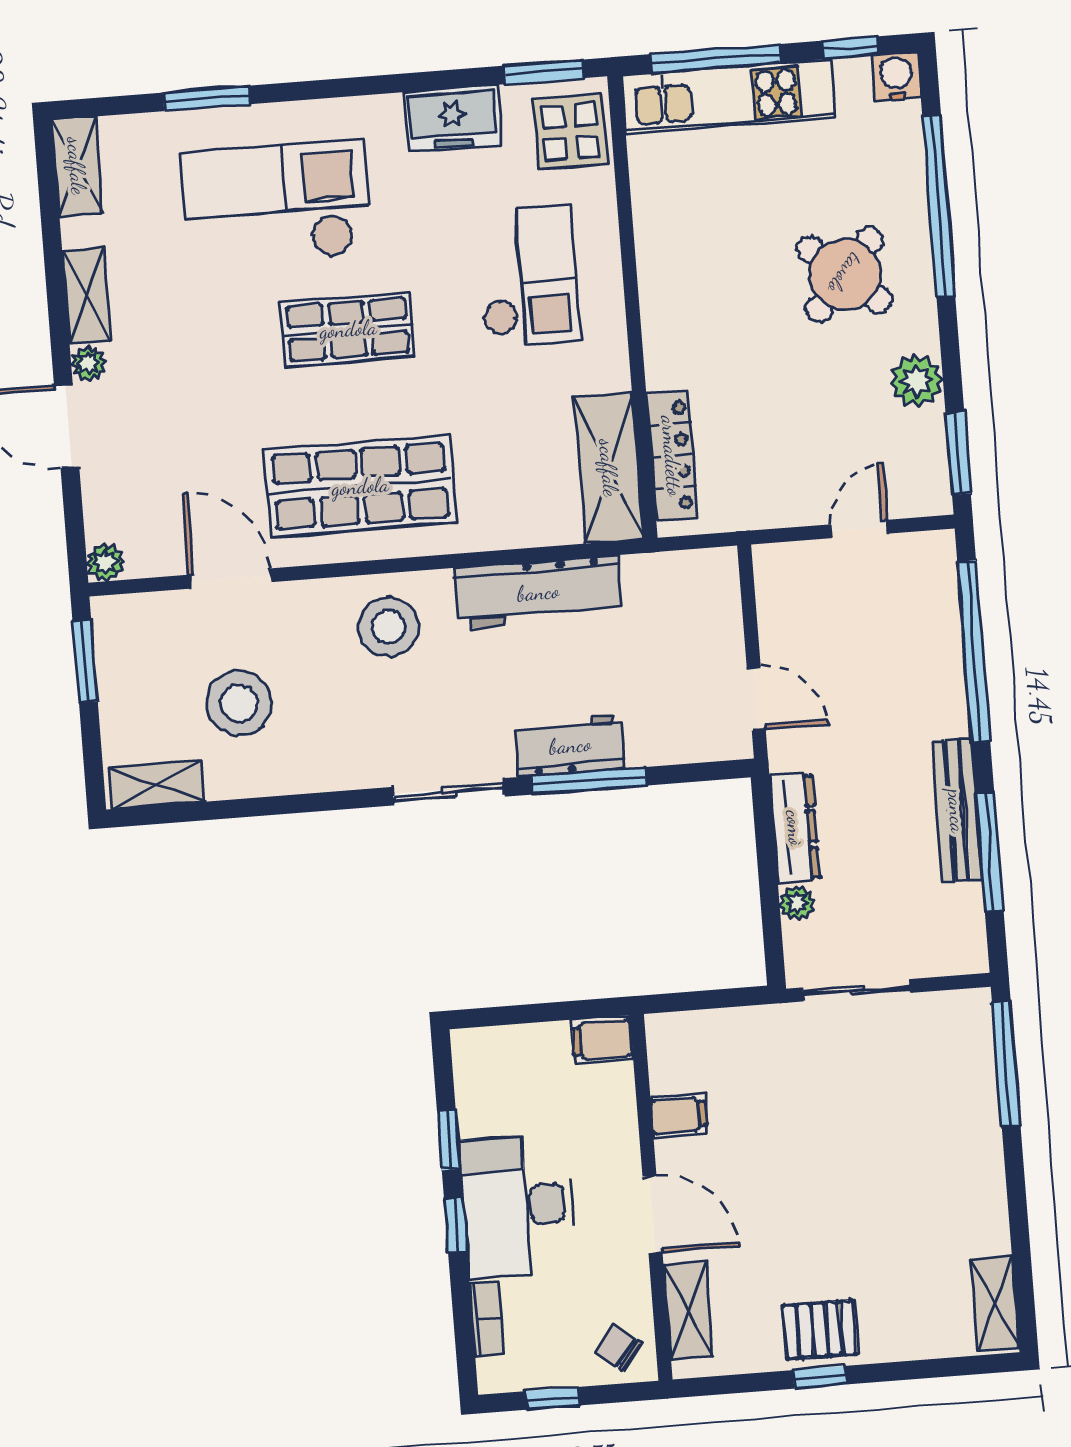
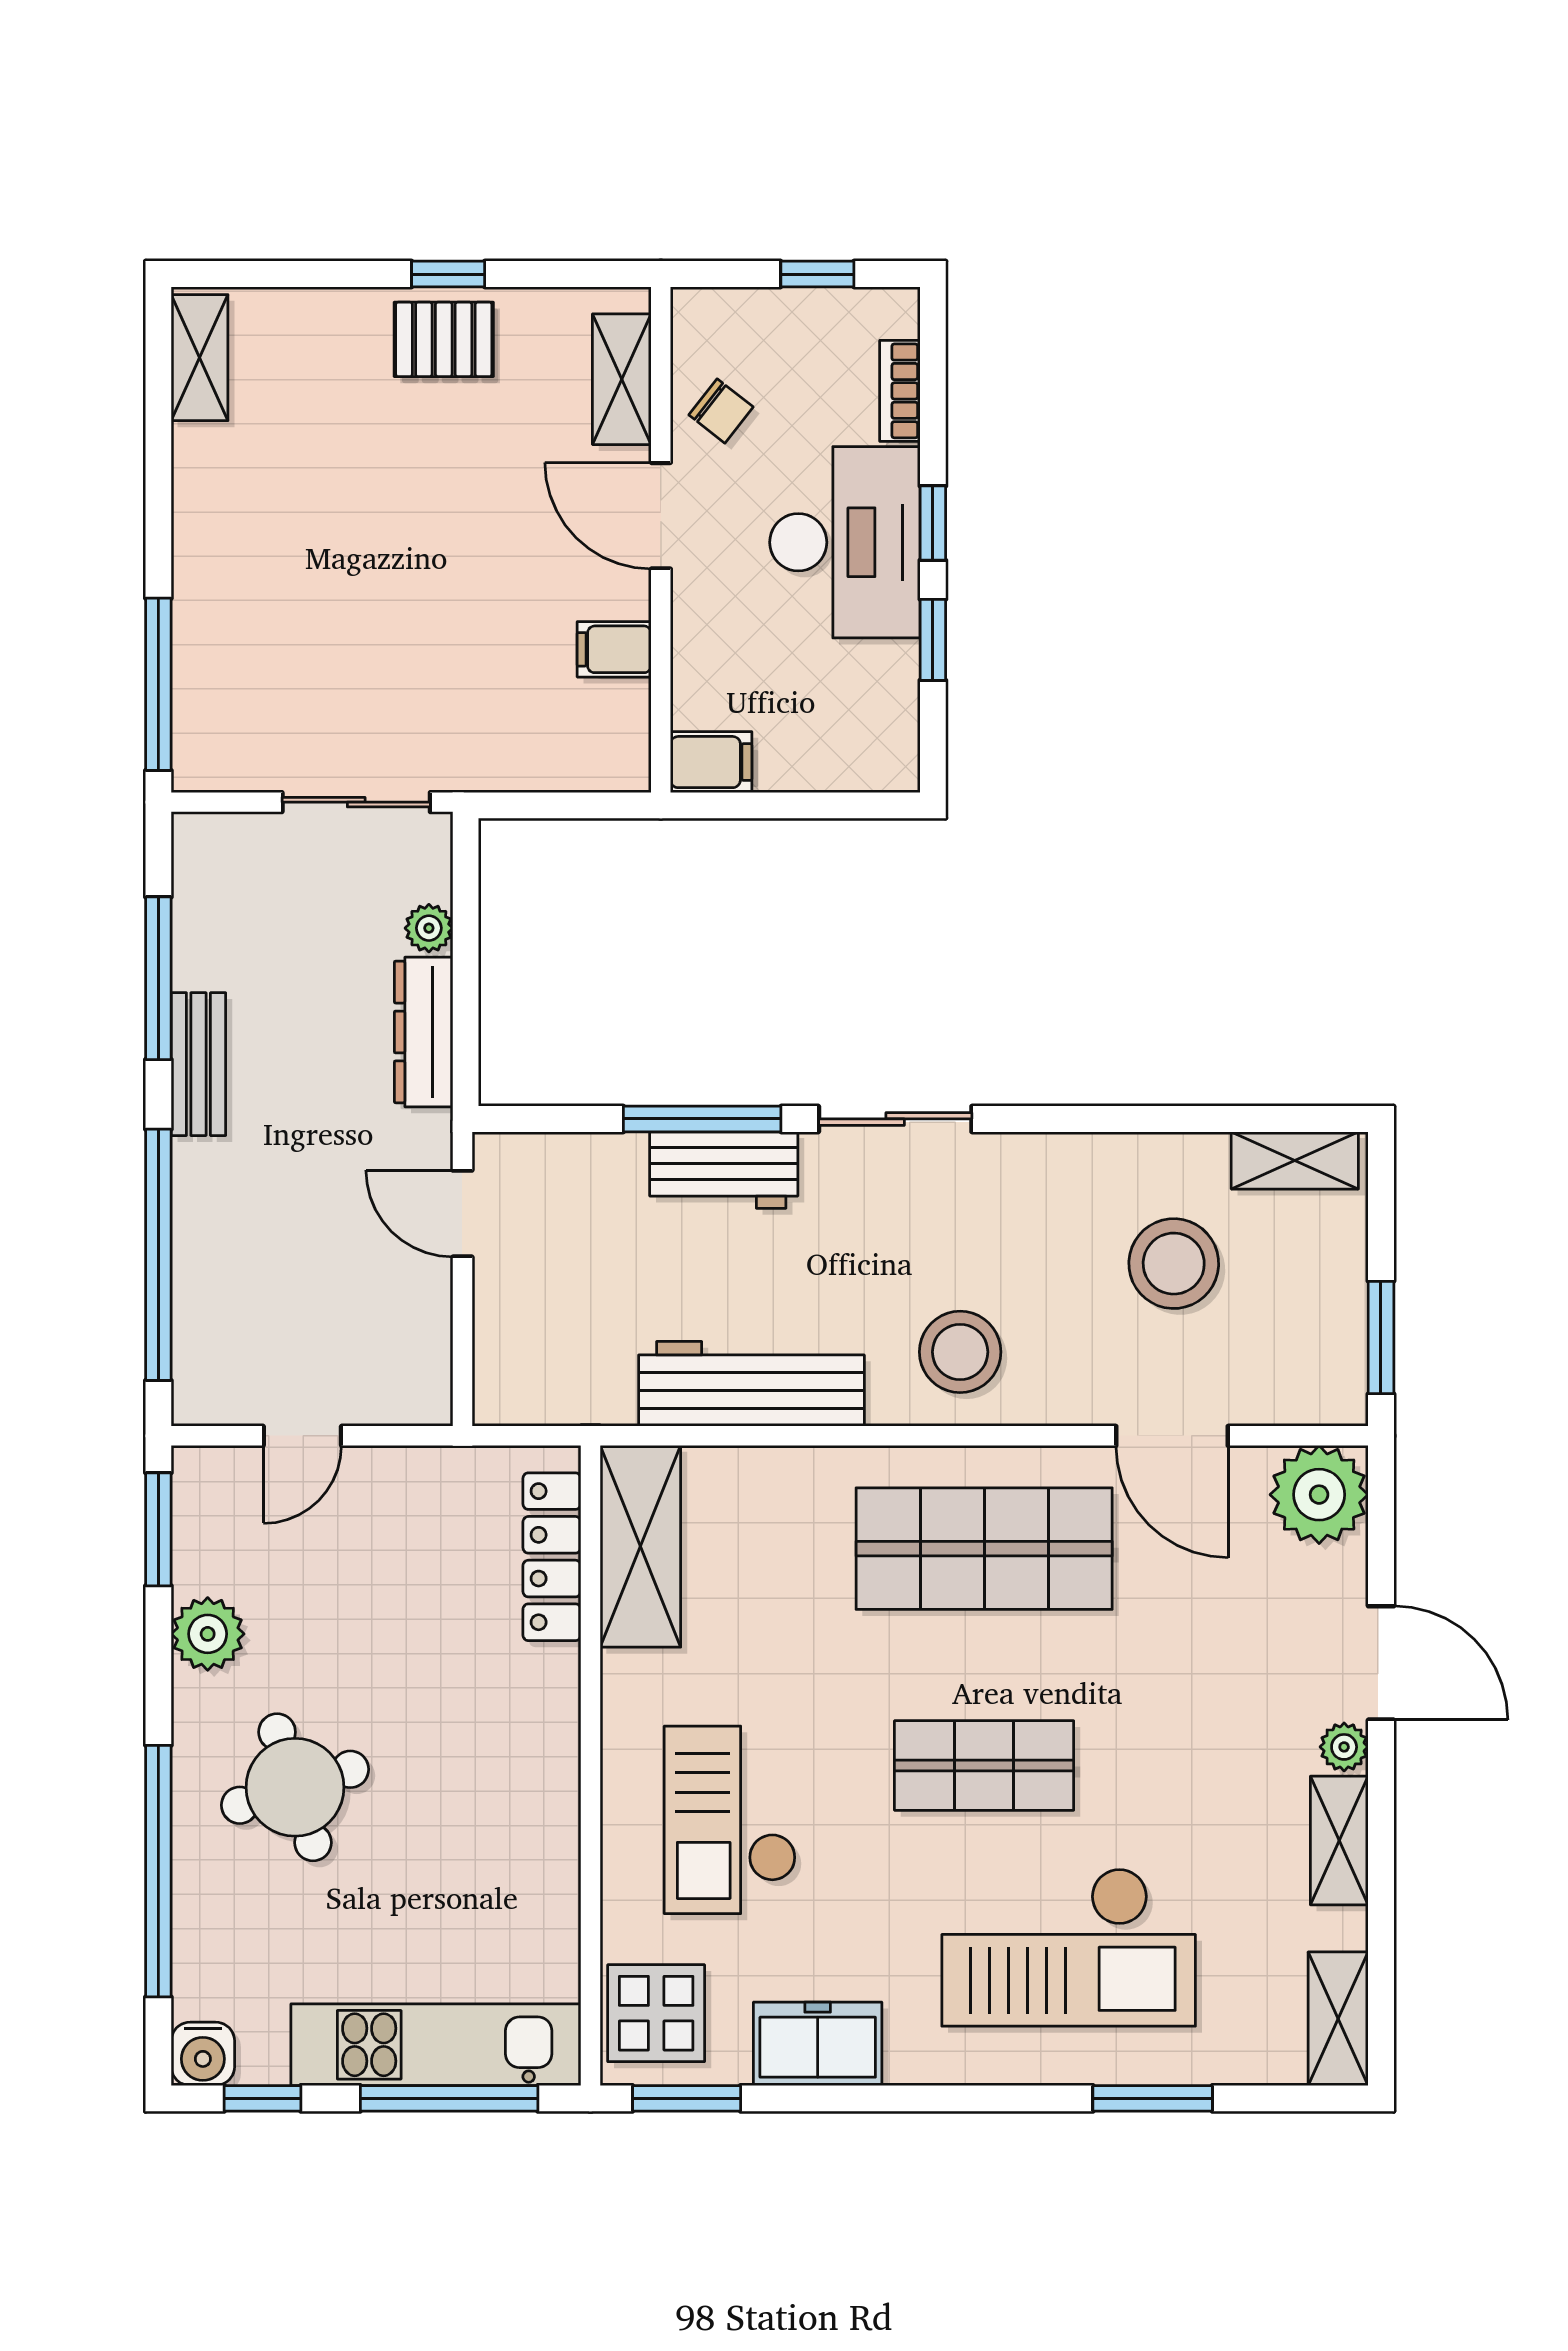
round table: (845, 274) -> (295, 1787), turned 31
plant: (106, 562) -> (1319, 1495), width x1.87, depth x1.87
bench: (957, 811) -> (198, 1064), width x0.73
chair: (619, 1348) -> (721, 411), moved

